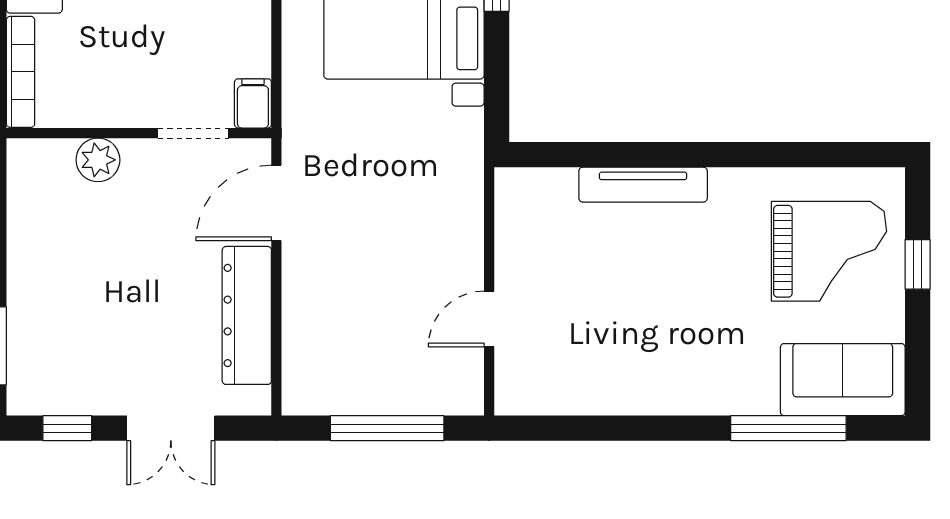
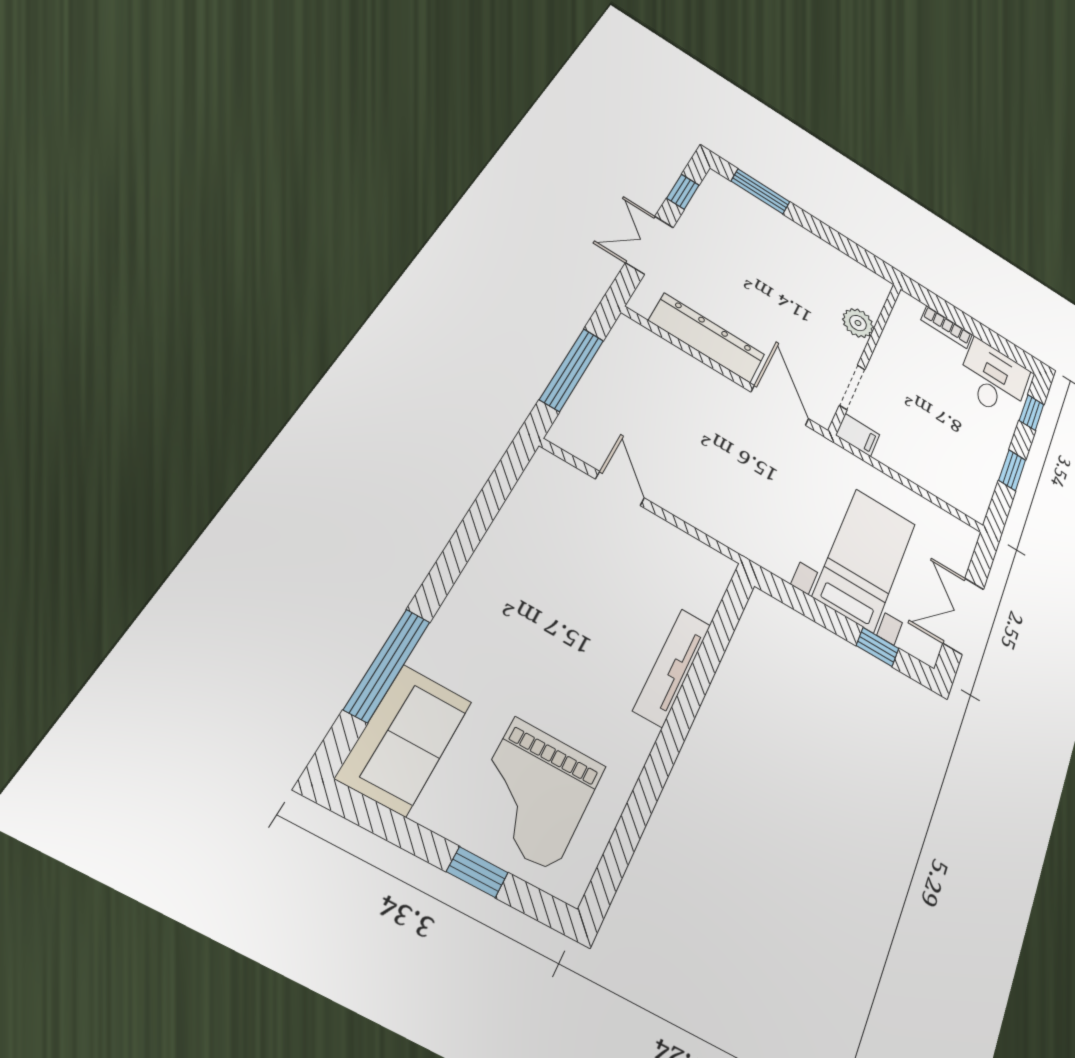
bookcase: (21, 72) -> (947, 327), width x0.64

